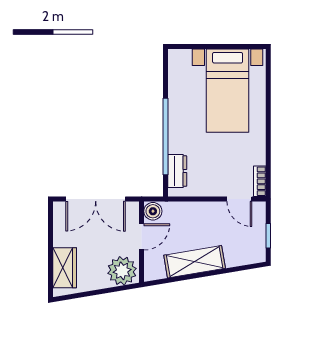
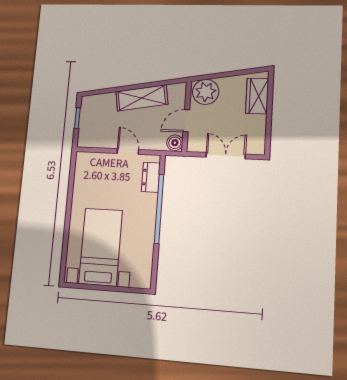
bookcase: (260, 181) -> (80, 165), removed
double door: (96, 199) -> (226, 156), width x0.73
door: (239, 199) -> (128, 151), moved

